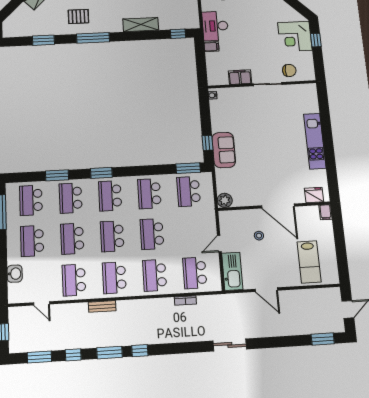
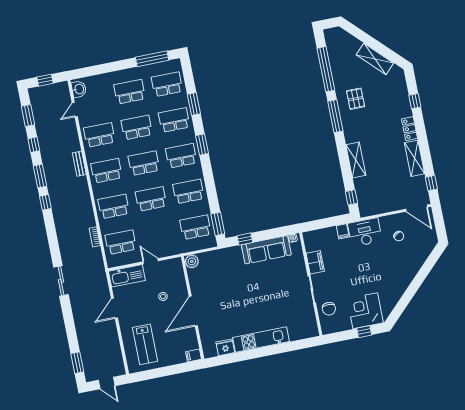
window: (43, 40) -> (326, 69), width x2.11
sofa: (224, 150) -> (266, 250), moved, width x1.36
fridge: (314, 195) -> (225, 347), moved, turned -90
lab bench: (309, 262) -> (145, 344), turned -90
washbasin: (15, 274) -> (79, 89), moved, turned -90

